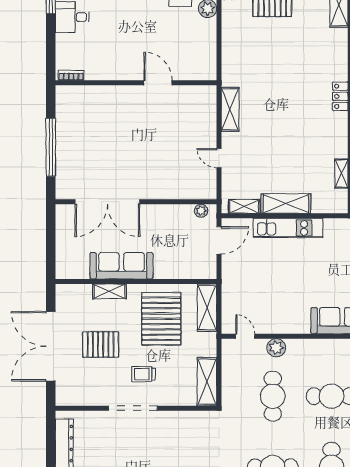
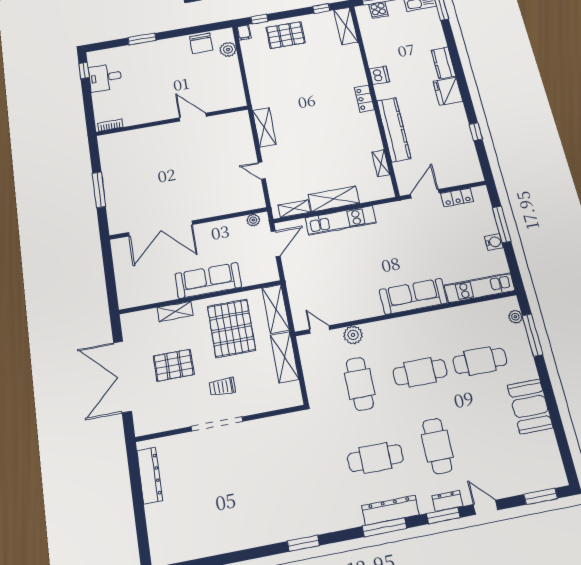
window: (51, 147) -> (99, 190), width x0.68
sofa: (121, 266) -> (208, 280), moved
shelving: (207, 382) -> (285, 357), moved

